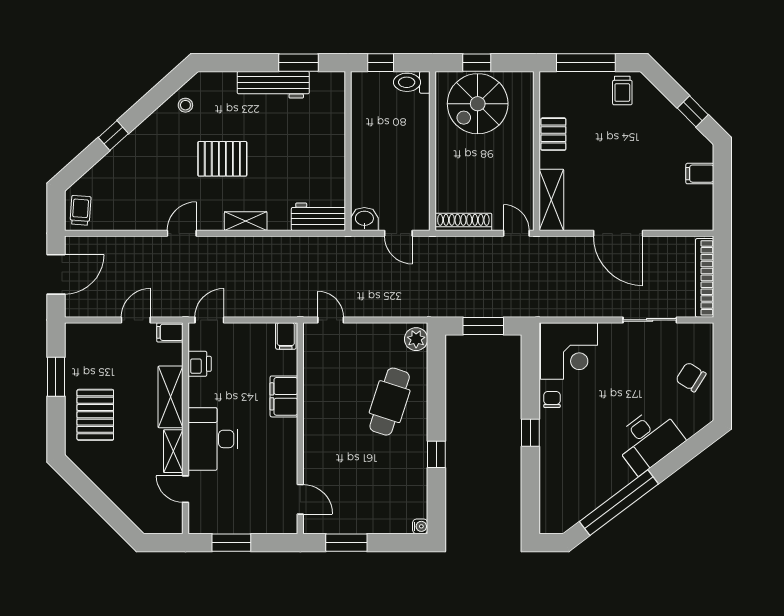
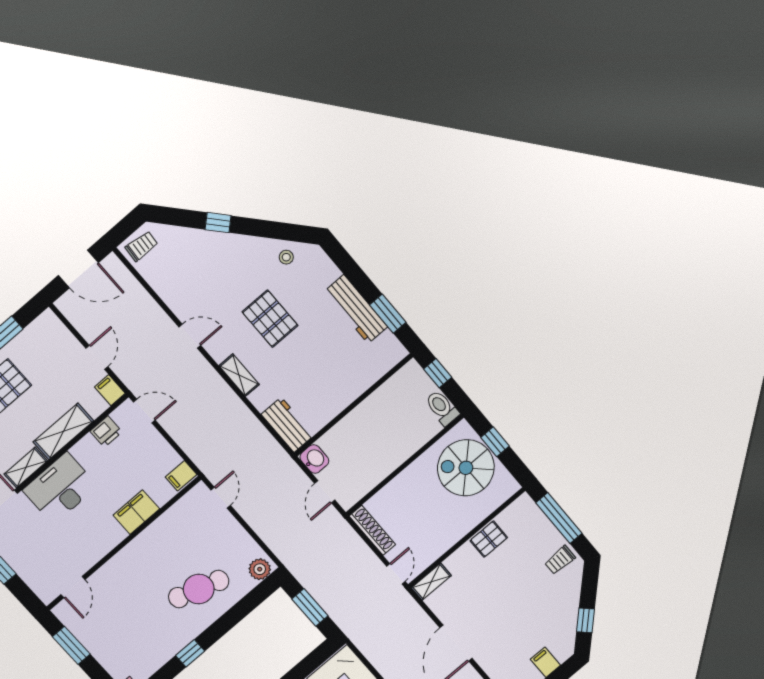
shelving: (551, 200) -> (431, 582), width x0.67, depth x0.75
door: (136, 320) -> (97, 357), hinge flipped

